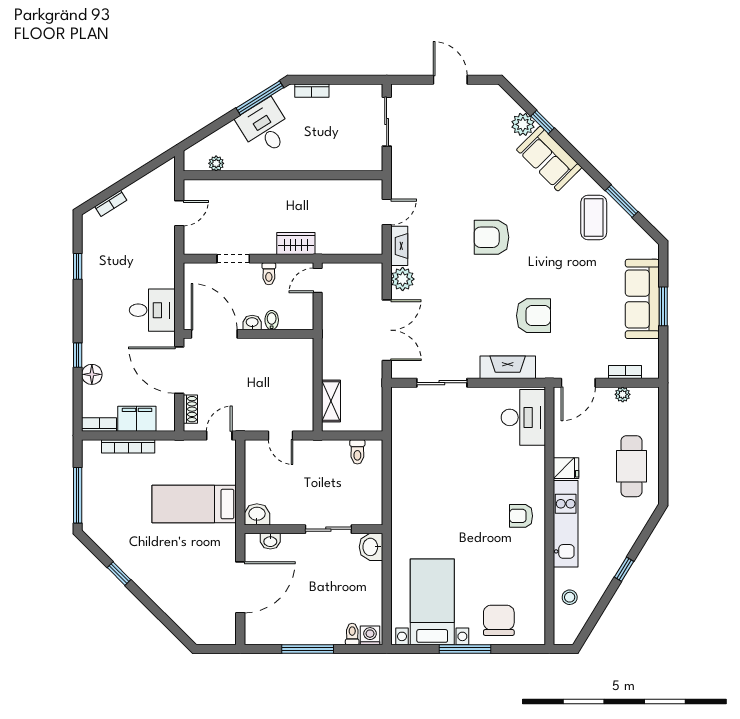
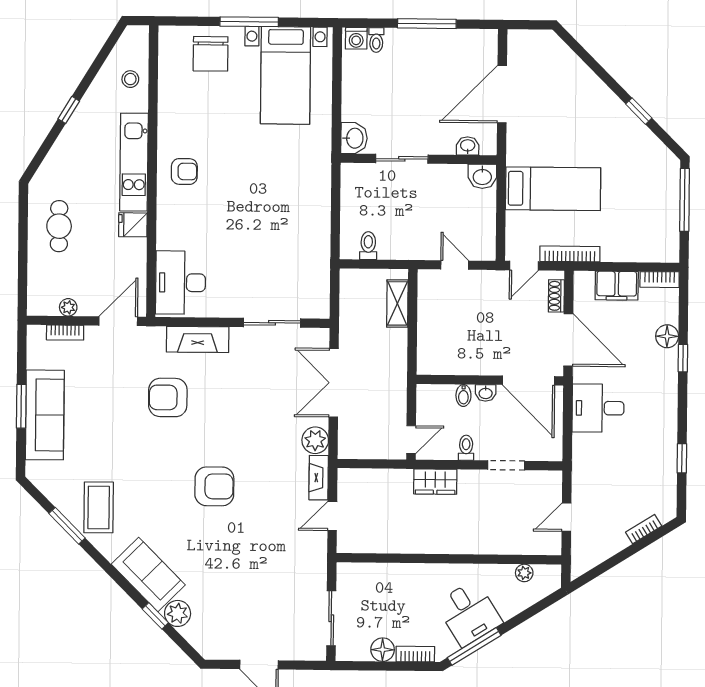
floor lamp: (341, 94) -> (383, 650), added
bookcase: (128, 446) -> (570, 254), moved
cafe table: (631, 466) -> (59, 226), width x0.73, depth x0.74

